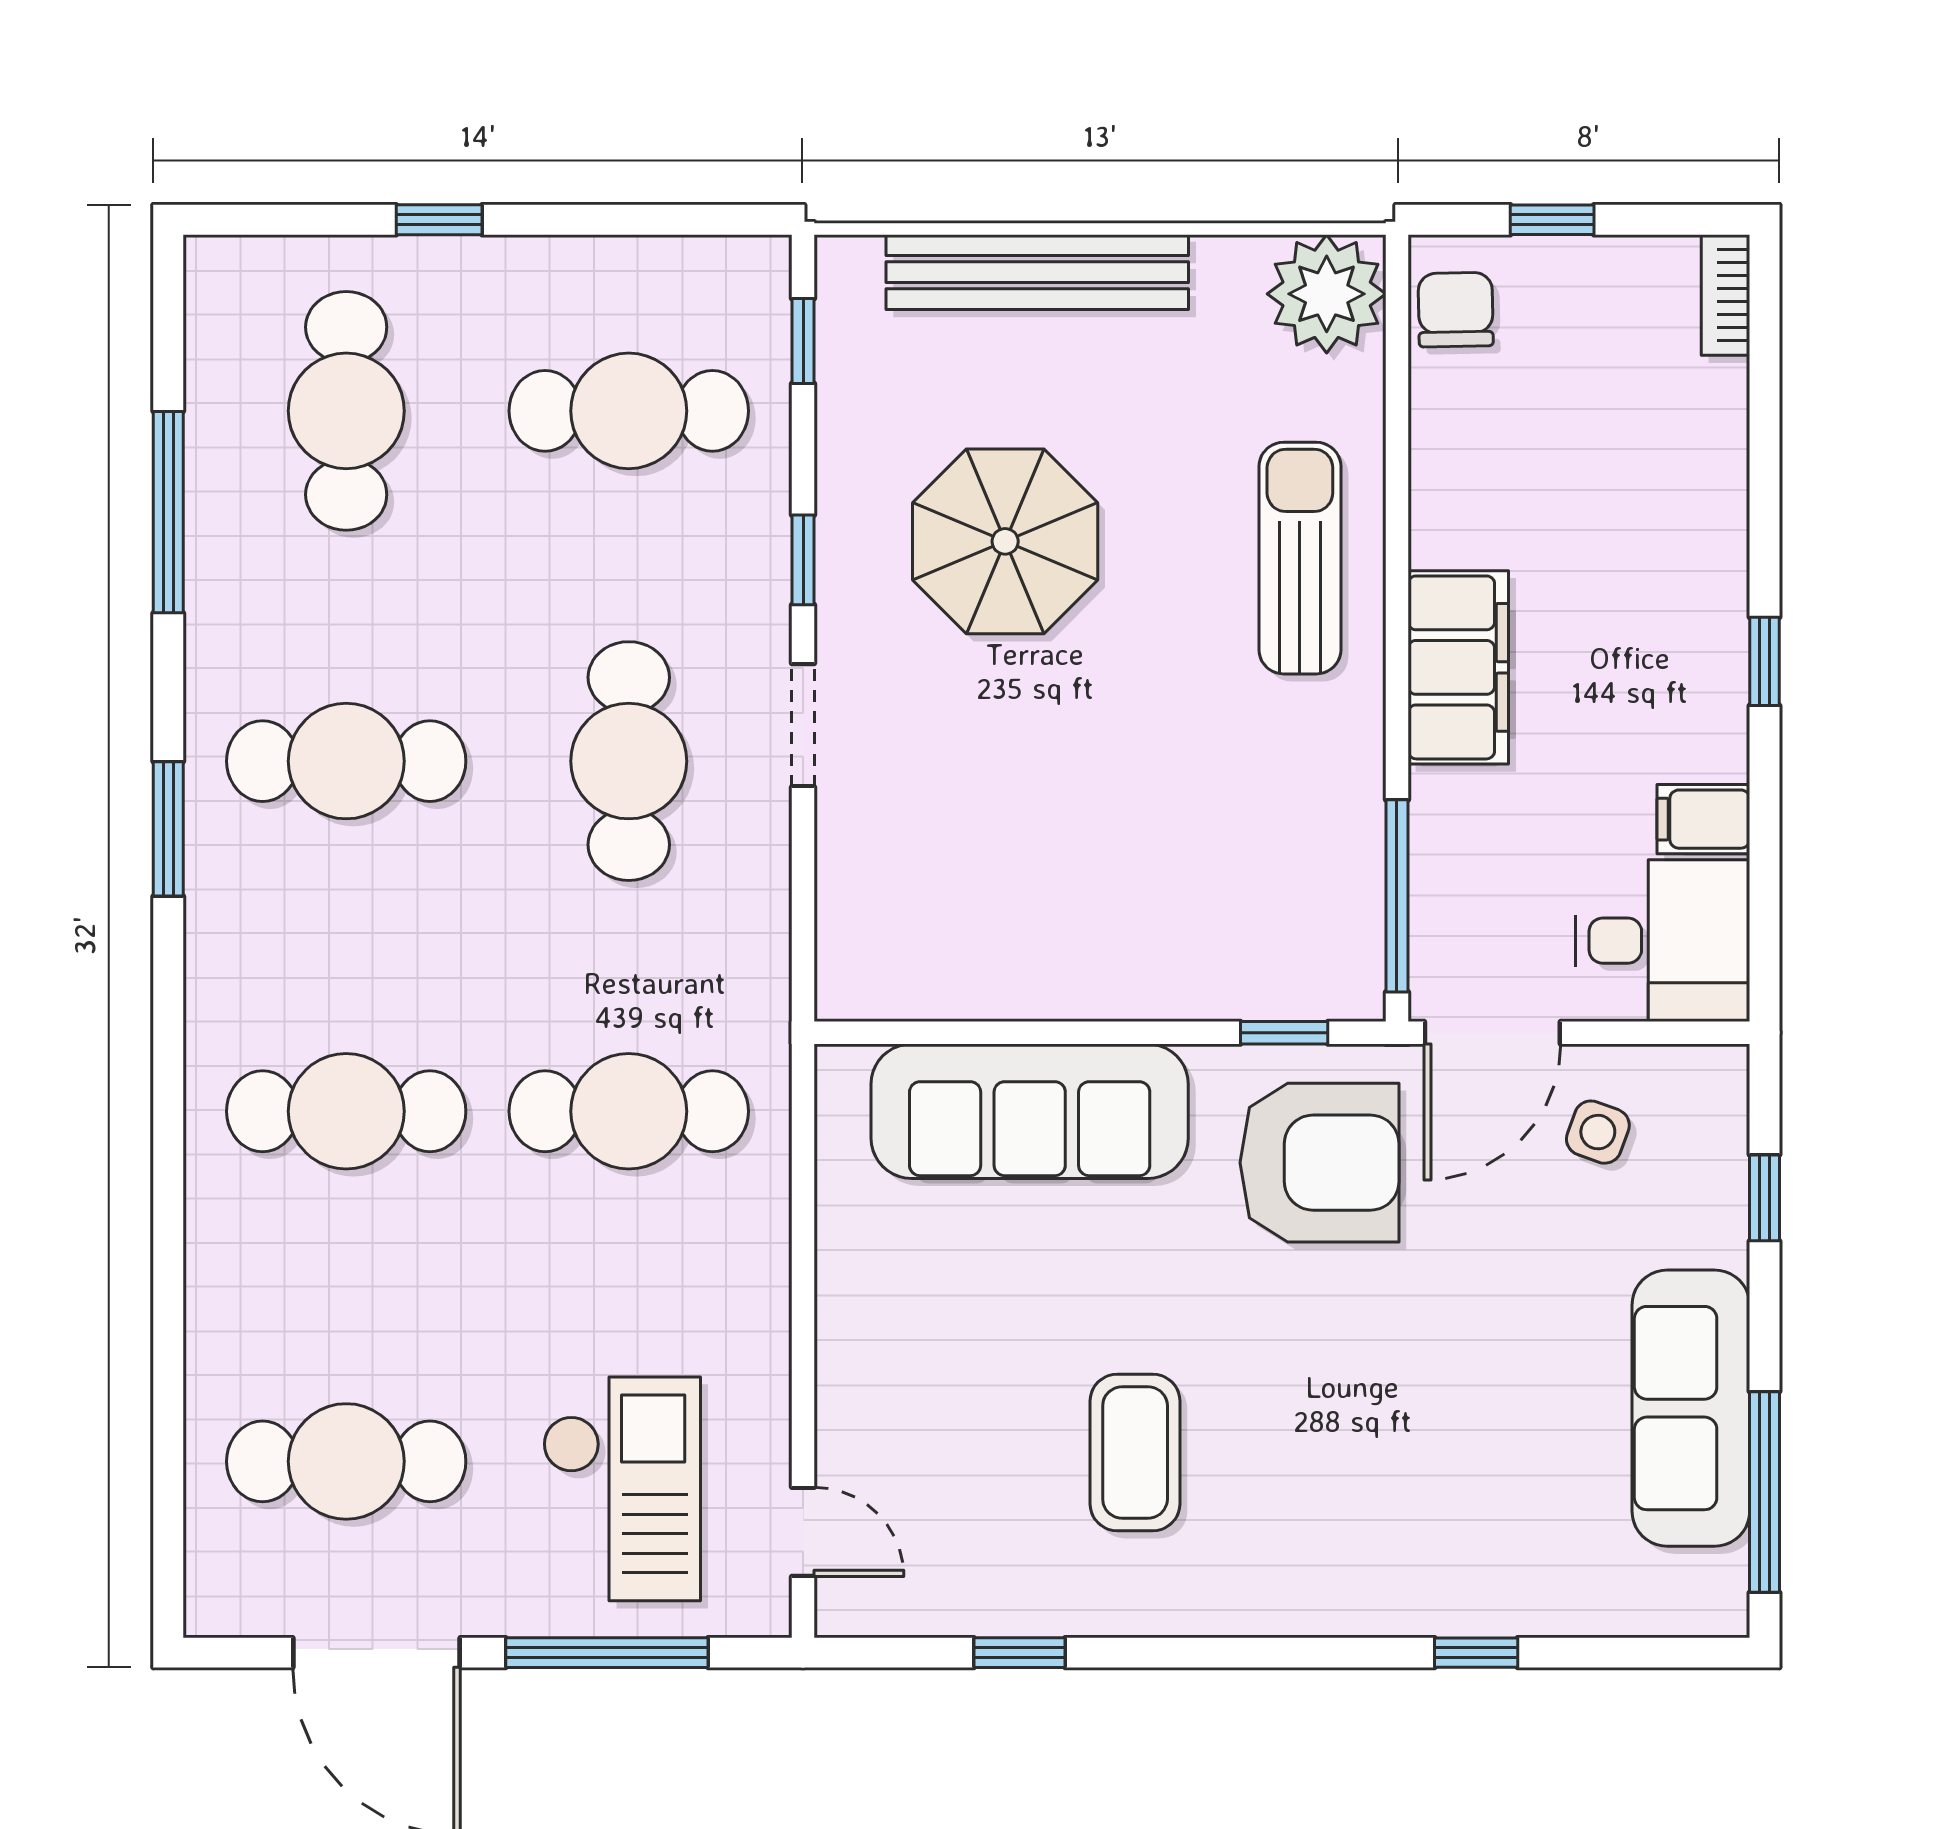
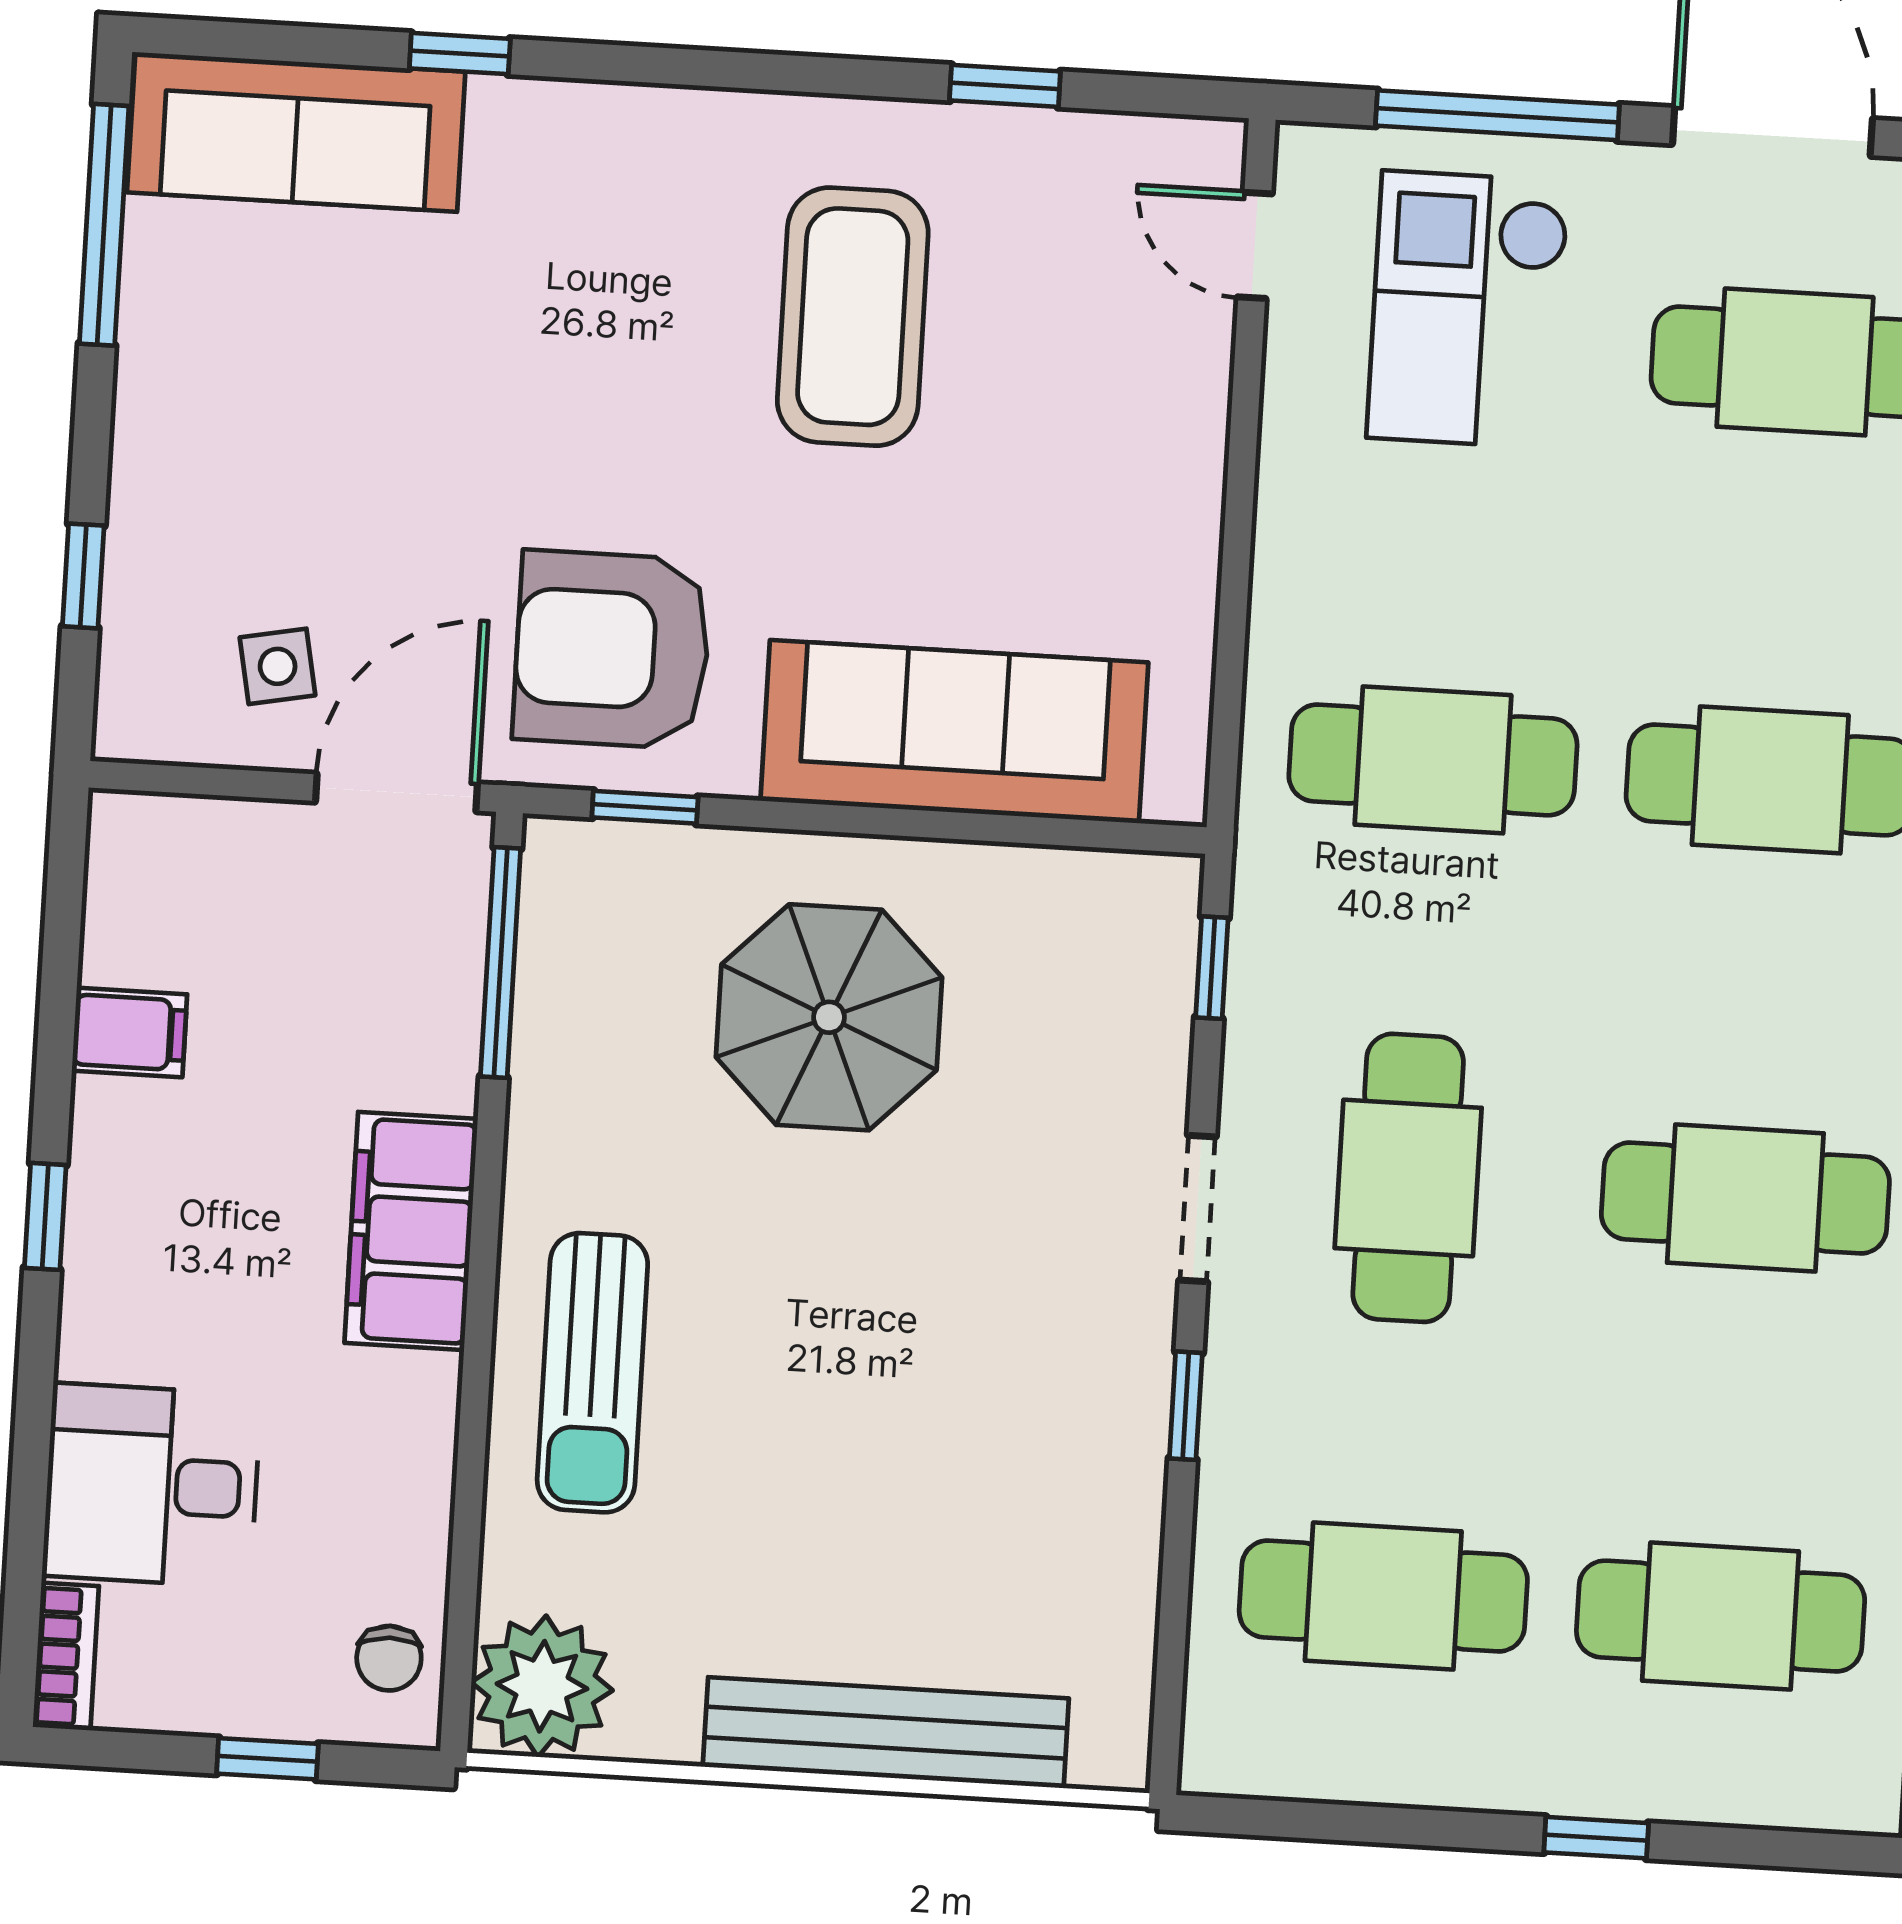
chair: (1456, 310) -> (389, 1658), width x0.73, depth x0.73
window: (803, 341) -> (1212, 968), moved
cafe table: (346, 411) -> (1721, 1616), turned 90
parasol: (1005, 541) -> (829, 1017), moved
desk: (1662, 941) -> (152, 1485), moved
side table: (1598, 1132) -> (278, 666), turned -31
sofa: (1691, 1408) -> (296, 132), moved, turned 90
coffee table: (1135, 1452) -> (853, 317), width x1.36, depth x1.32

